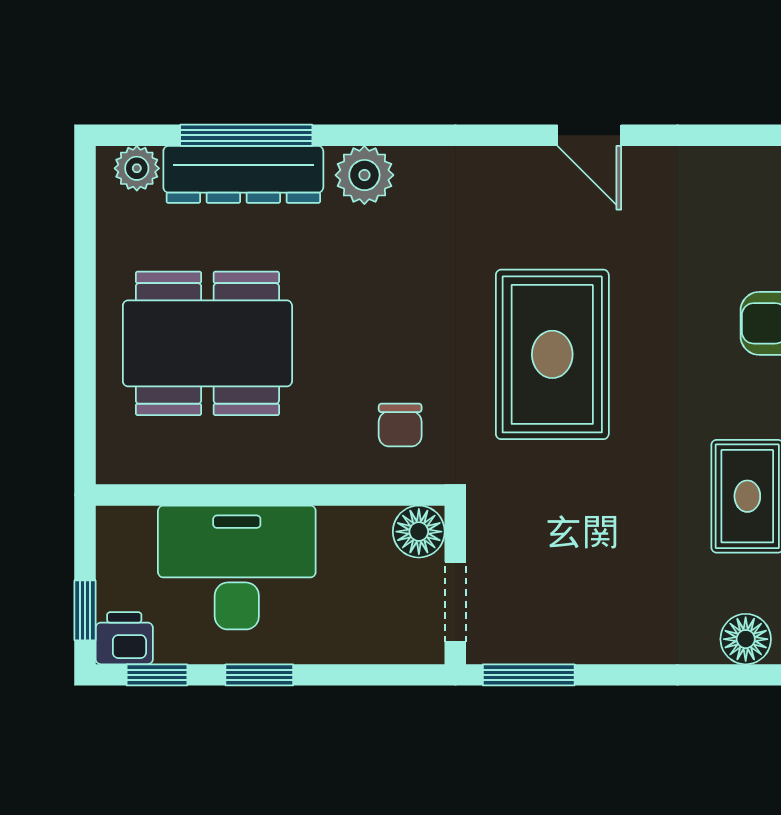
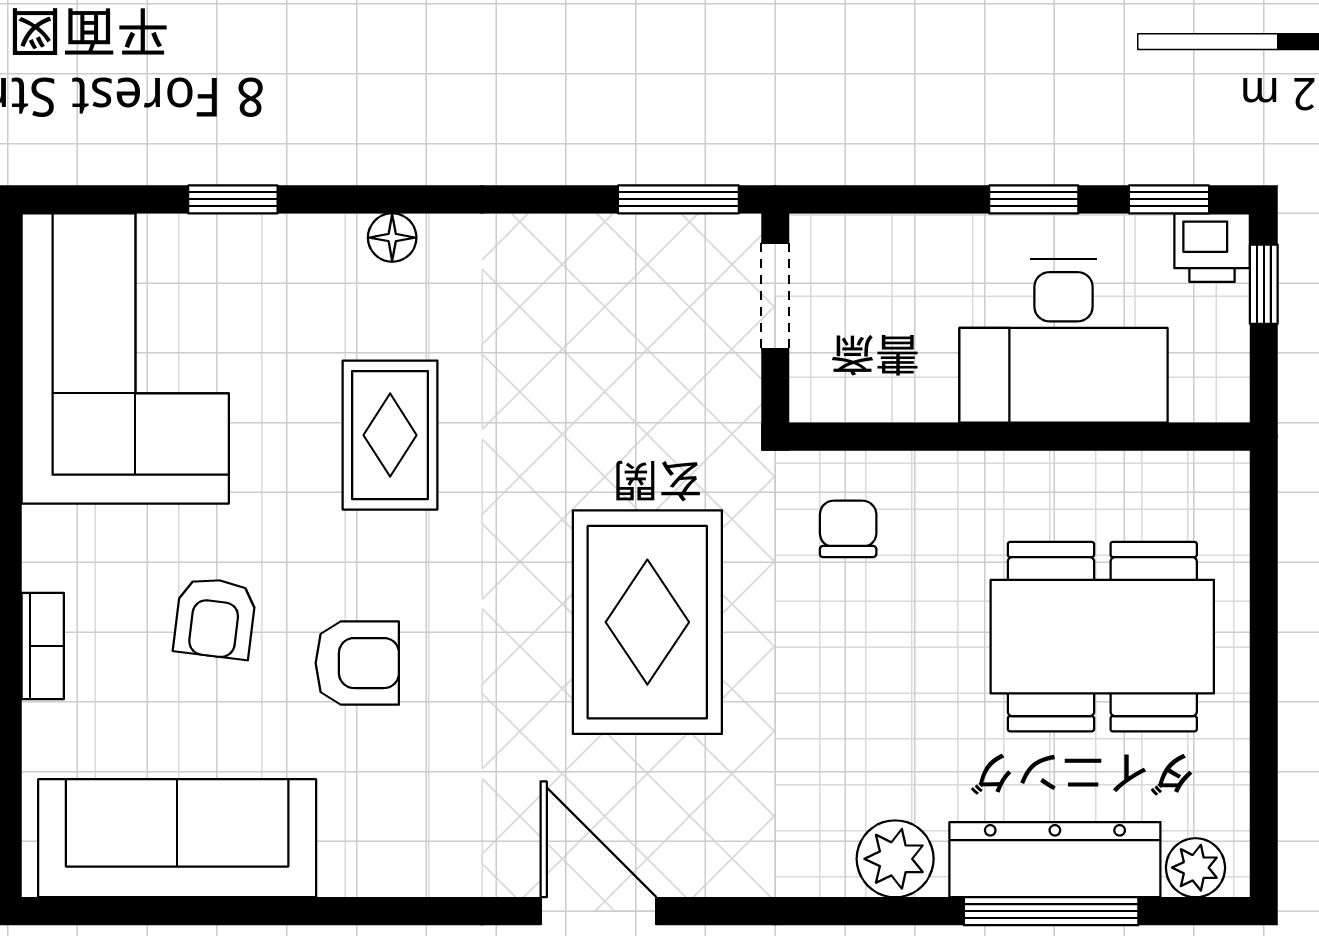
door: (589, 135) -> (598, 911), width x1.38
floor lamp: (419, 532) -> (823, 388), removed
floor lamp: (746, 639) -> (392, 238), width x0.73, depth x0.73

